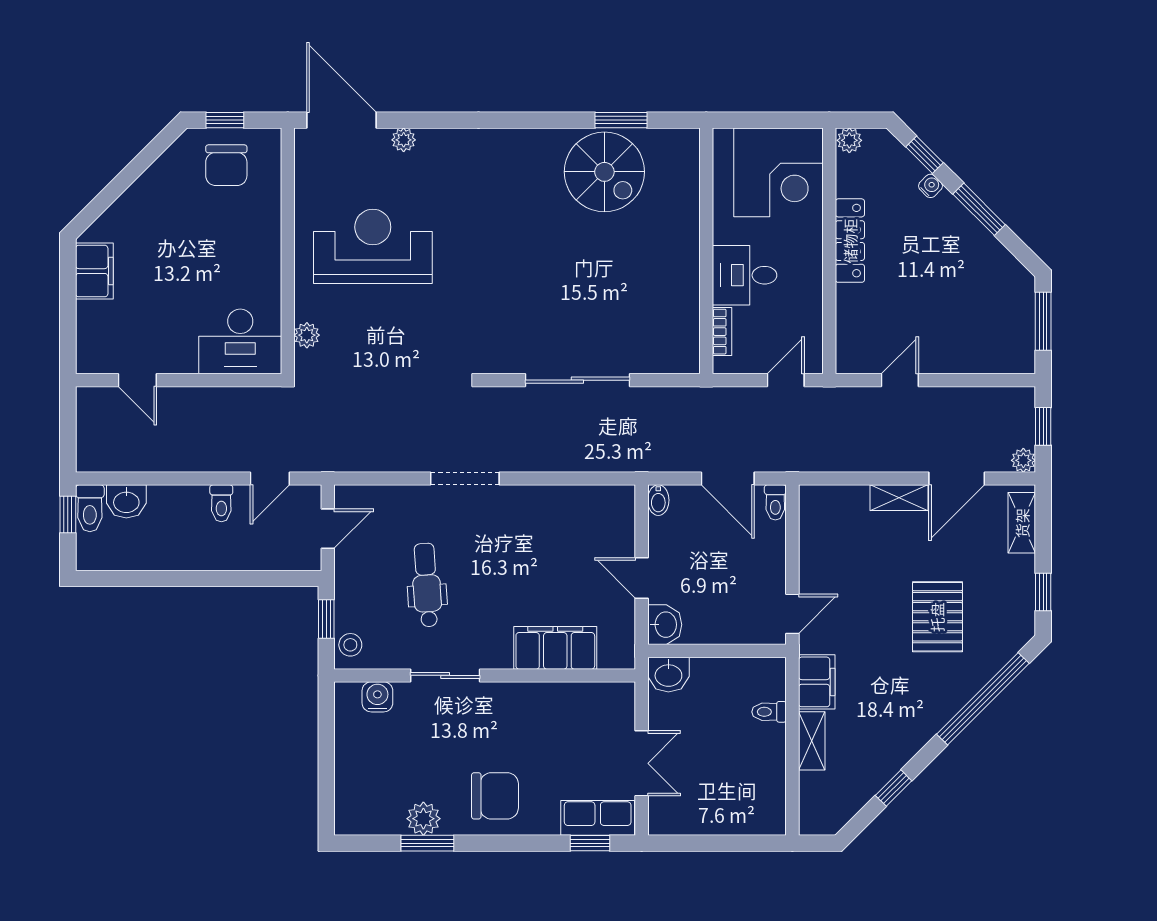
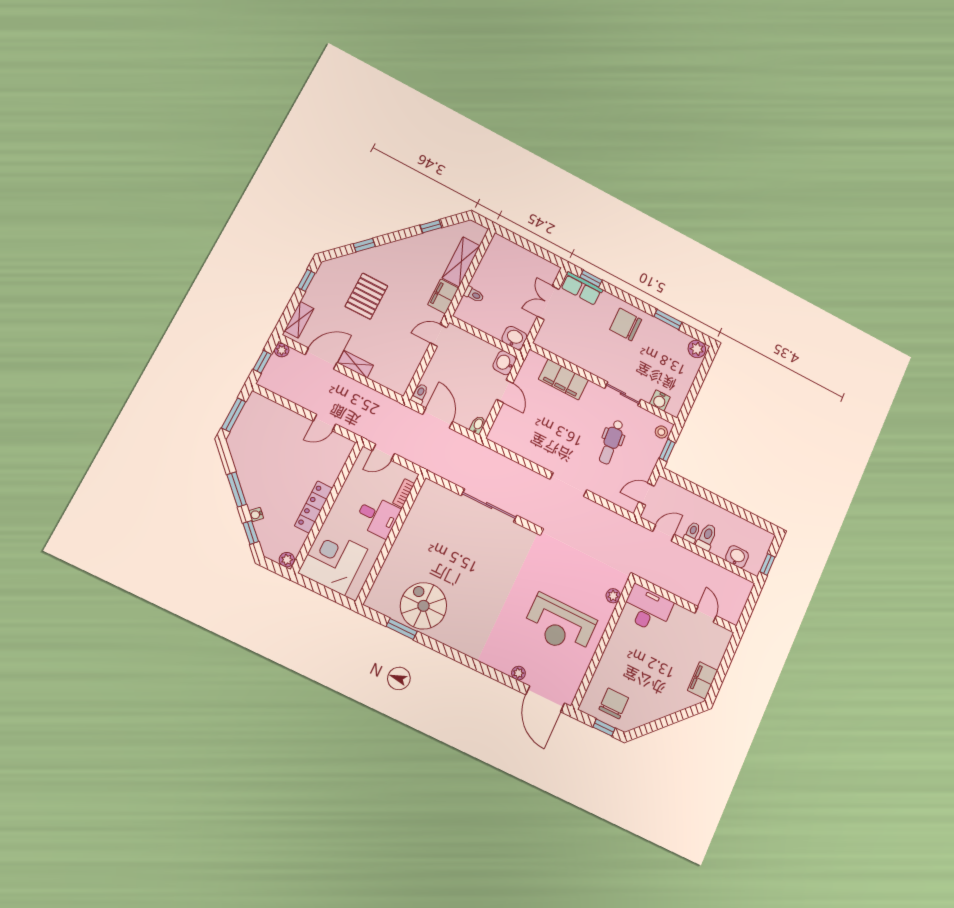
toilet: (90, 508) -> (707, 537), moved
window: (983, 699) -> (364, 245), width x0.32
shelving: (812, 741) -> (461, 262), width x1.50, depth x1.33
plant: (423, 819) -> (697, 349), moved

